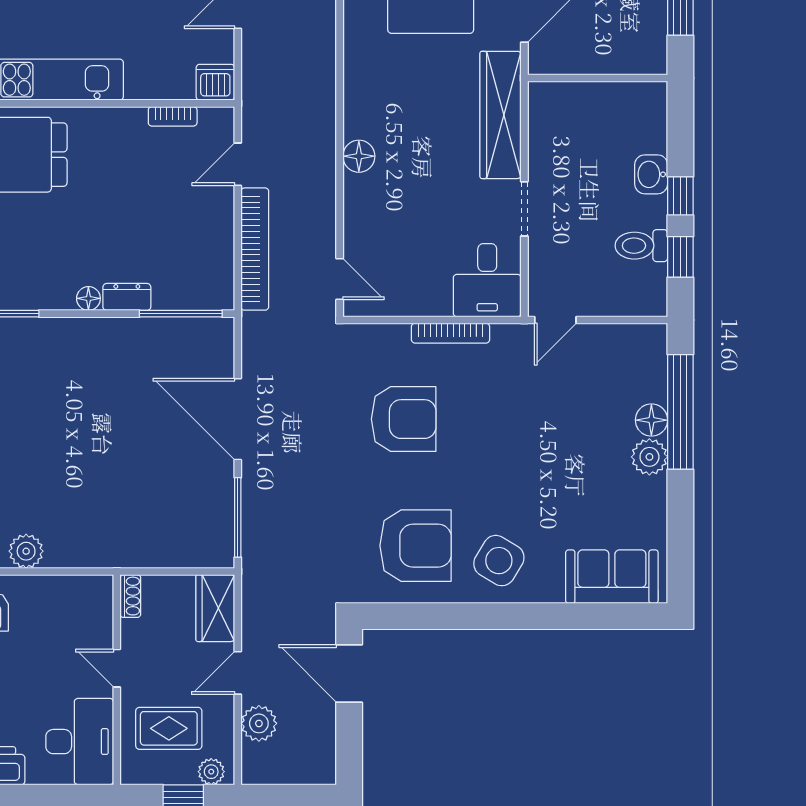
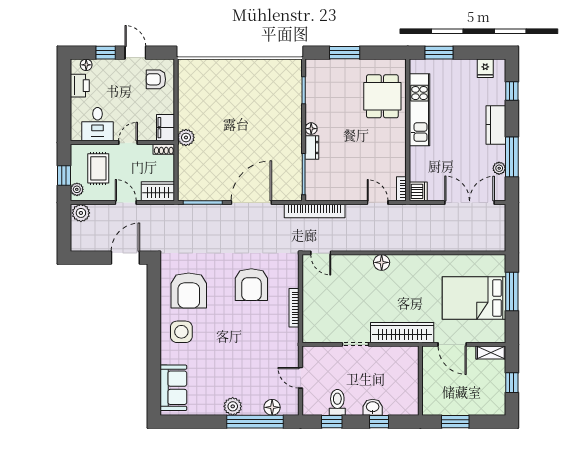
bookcase: (173, 116) -> (401, 189), moved
window: (680, 196) -> (379, 422), moved
bookcase: (255, 249) -> (315, 211), moved
door: (340, 279) -> (321, 253), hinge flipped
desk: (487, 280) -> (320, 326), removed
door: (555, 320) -> (301, 378), moved
floor lamp: (651, 420) -> (272, 407), moved
plant: (26, 551) -> (186, 137), moved
side table: (499, 561) -> (181, 332), turned -31
filing cabinet: (87, 593) -> (166, 128), added
plant: (259, 723) -> (81, 213), moved
desk: (80, 742) -> (98, 124), width x0.73

